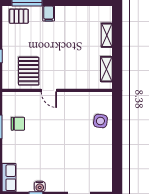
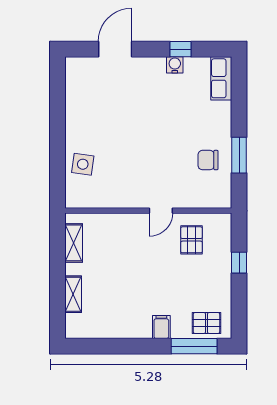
pallet: (29, 71) -> (192, 240), width x0.67, depth x0.71
door: (49, 90) -> (161, 211), swing flipped

